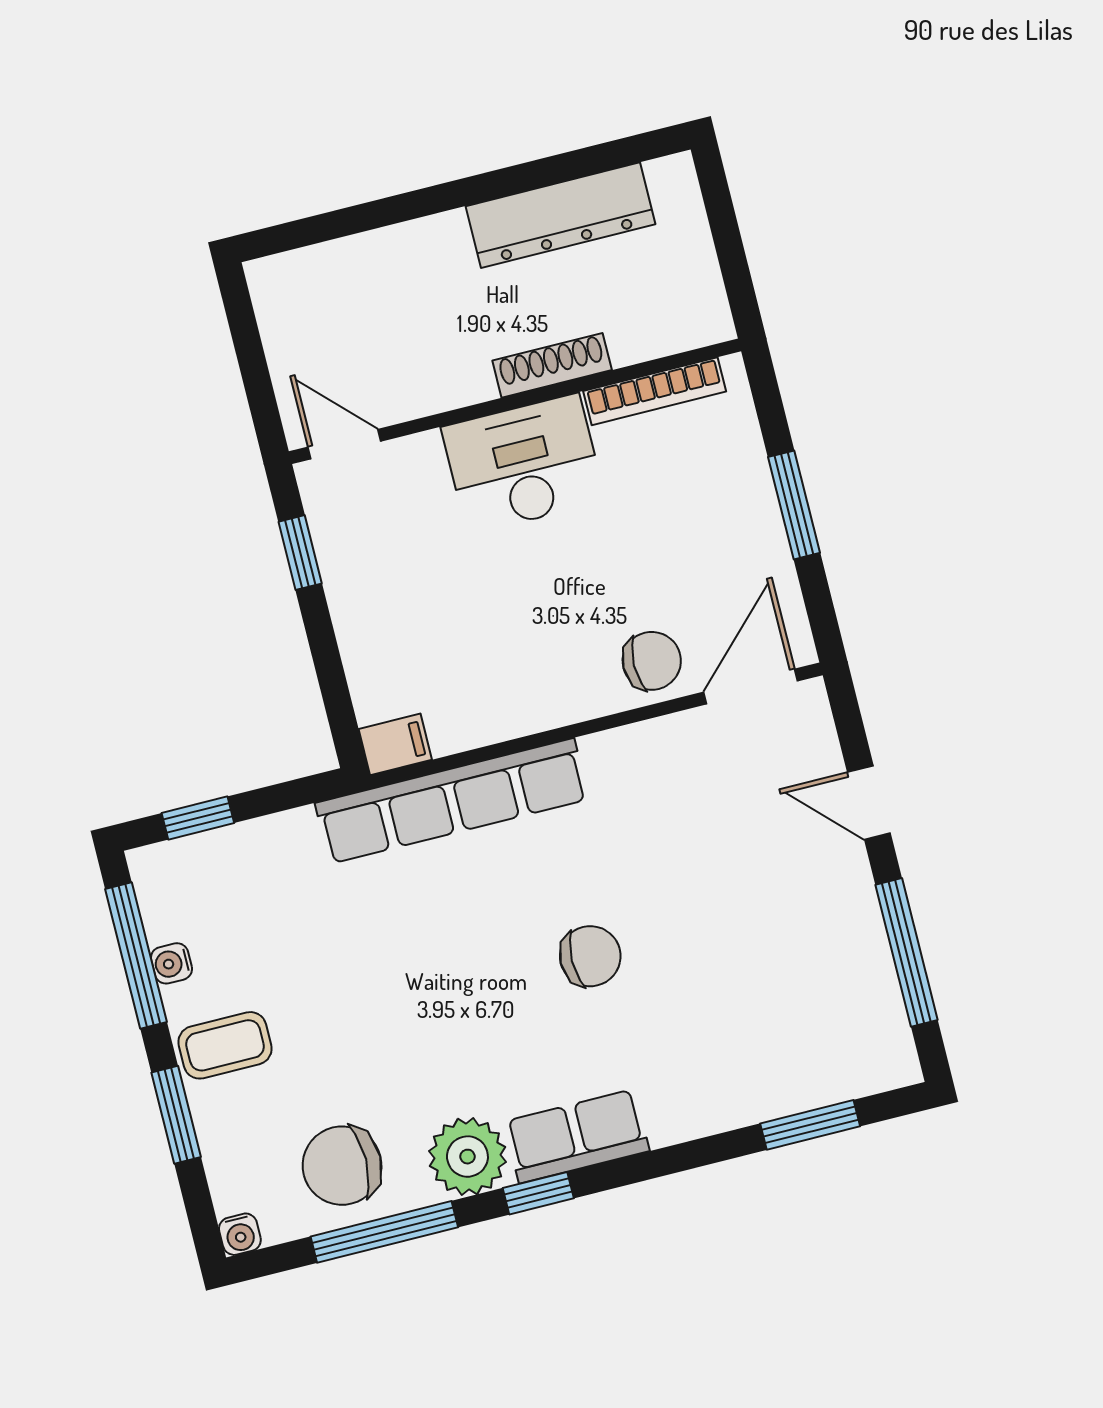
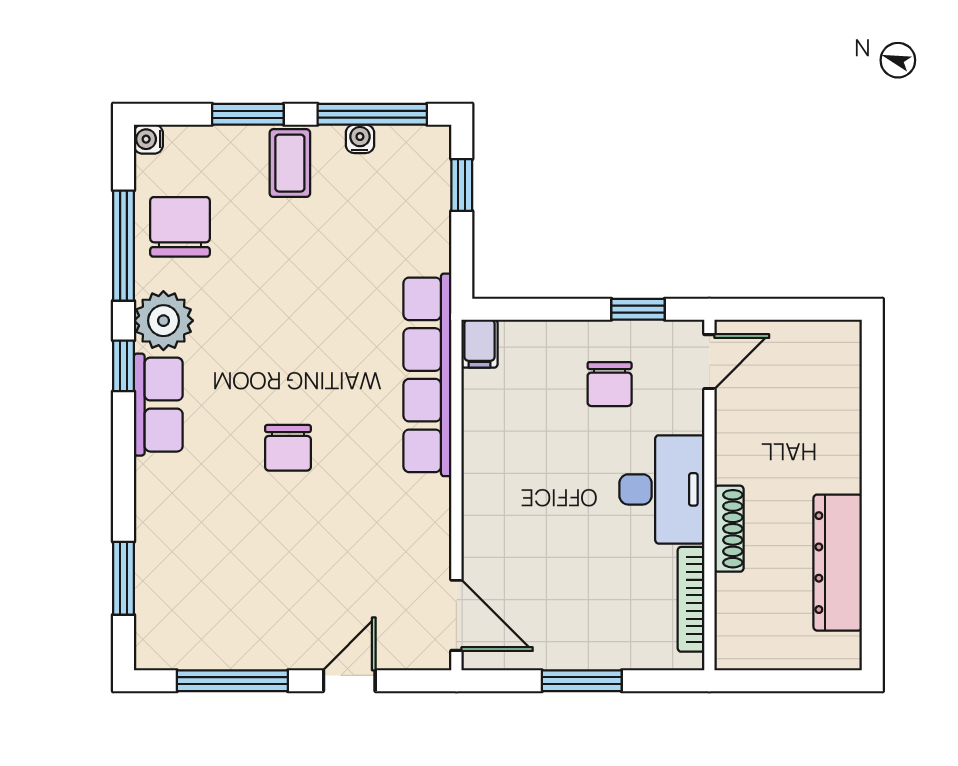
chair: (652, 661) -> (610, 384), moved

